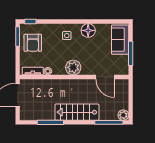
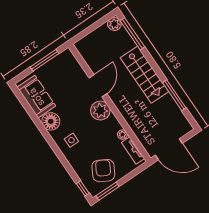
sofa: (120, 40) -> (36, 97), moved, turned -90
armchair: (33, 43) -> (103, 171), turned -61
door: (105, 77) -> (98, 86), moved

